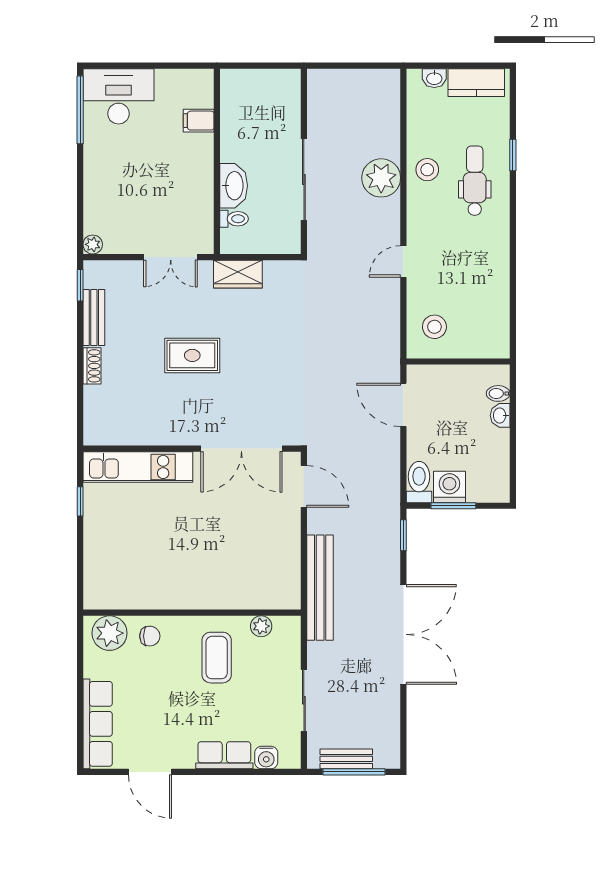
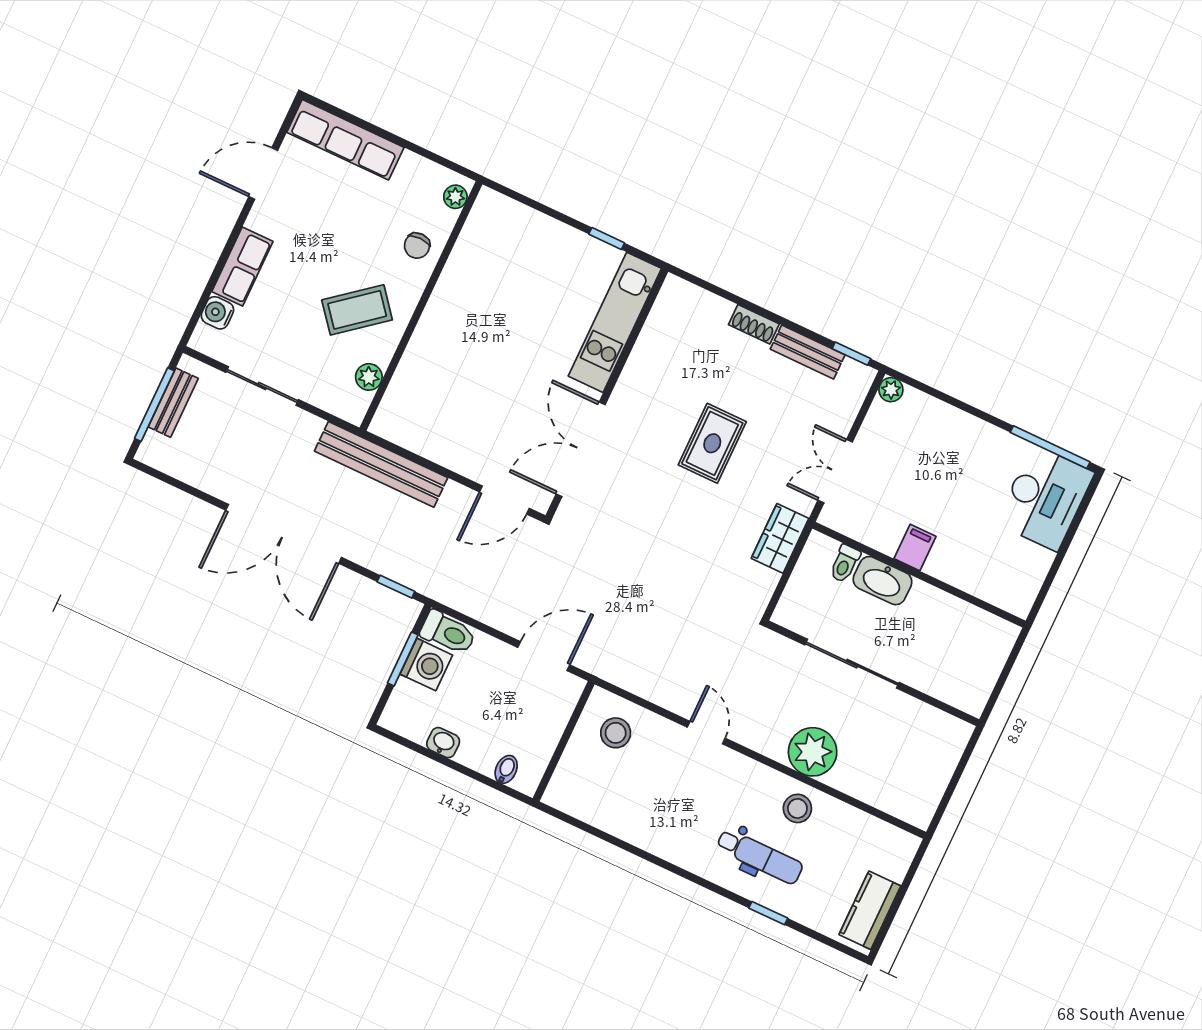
washbasin: (434, 78) -> (897, 865), removed
filing cabinet: (199, 121) -> (915, 548), moved
washbasin: (500, 415) -> (443, 743), moved
plant: (110, 633) -> (455, 197), width x0.53, depth x0.53
coffee table: (217, 658) -> (357, 310), turned -39

